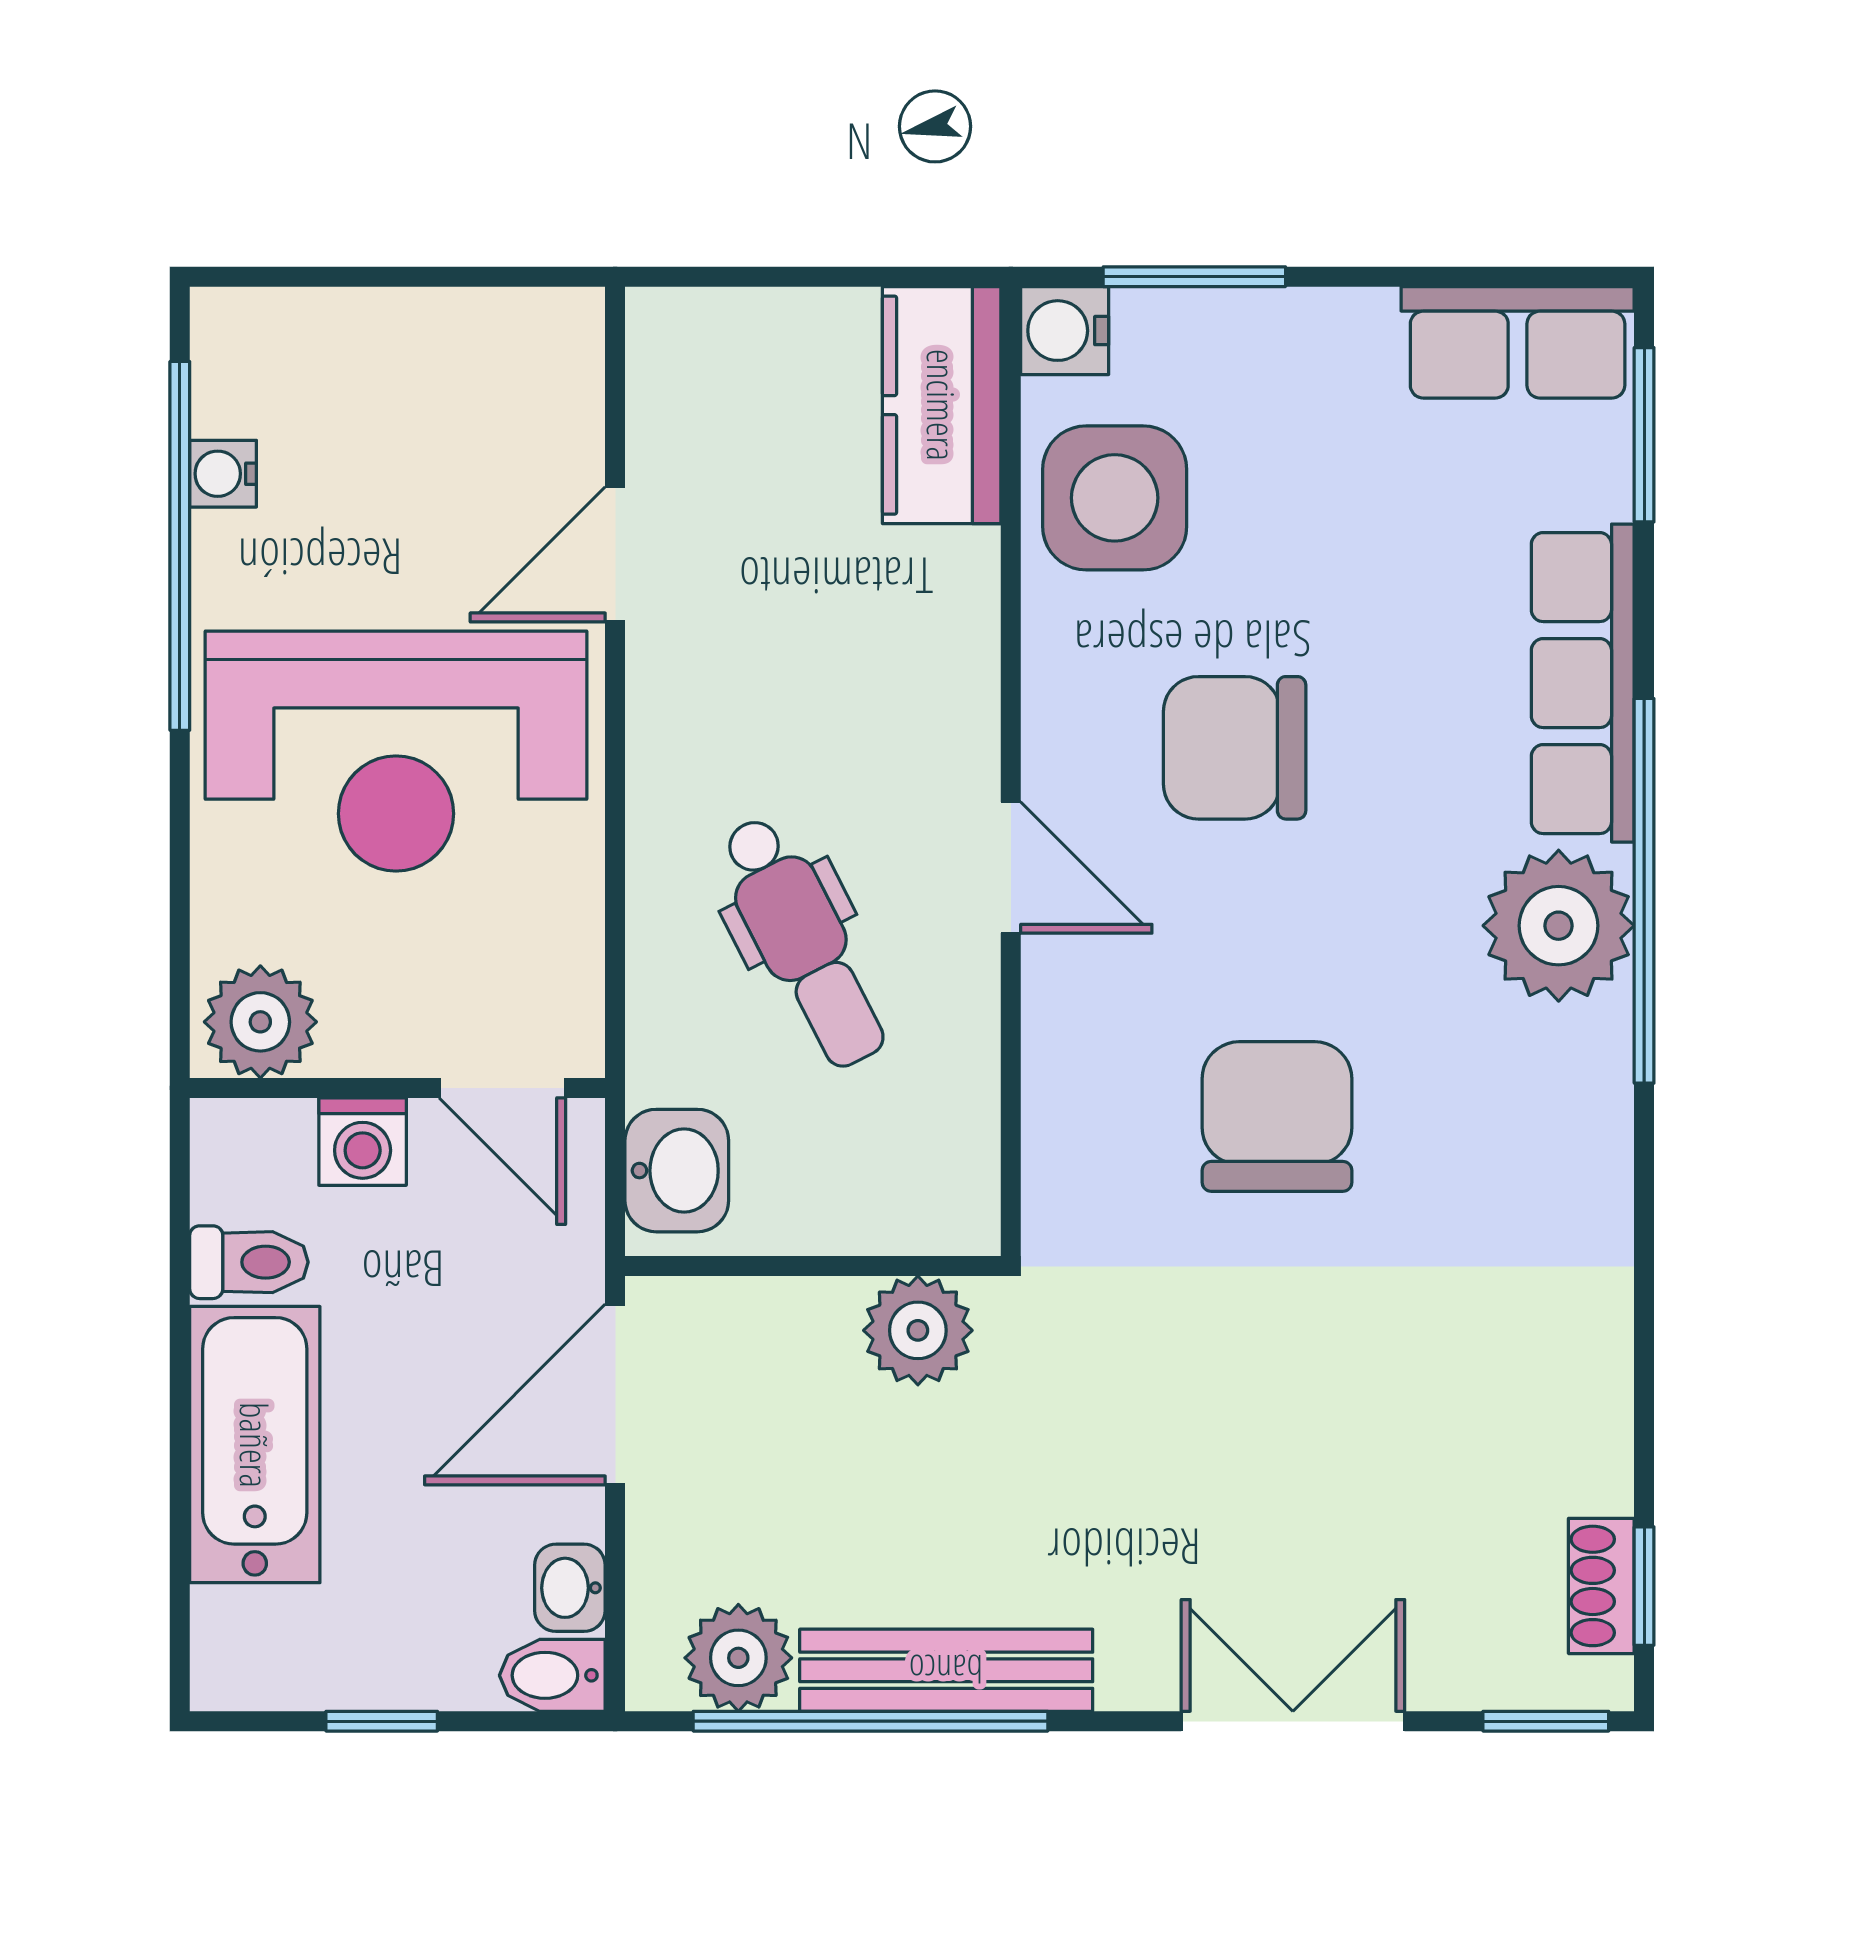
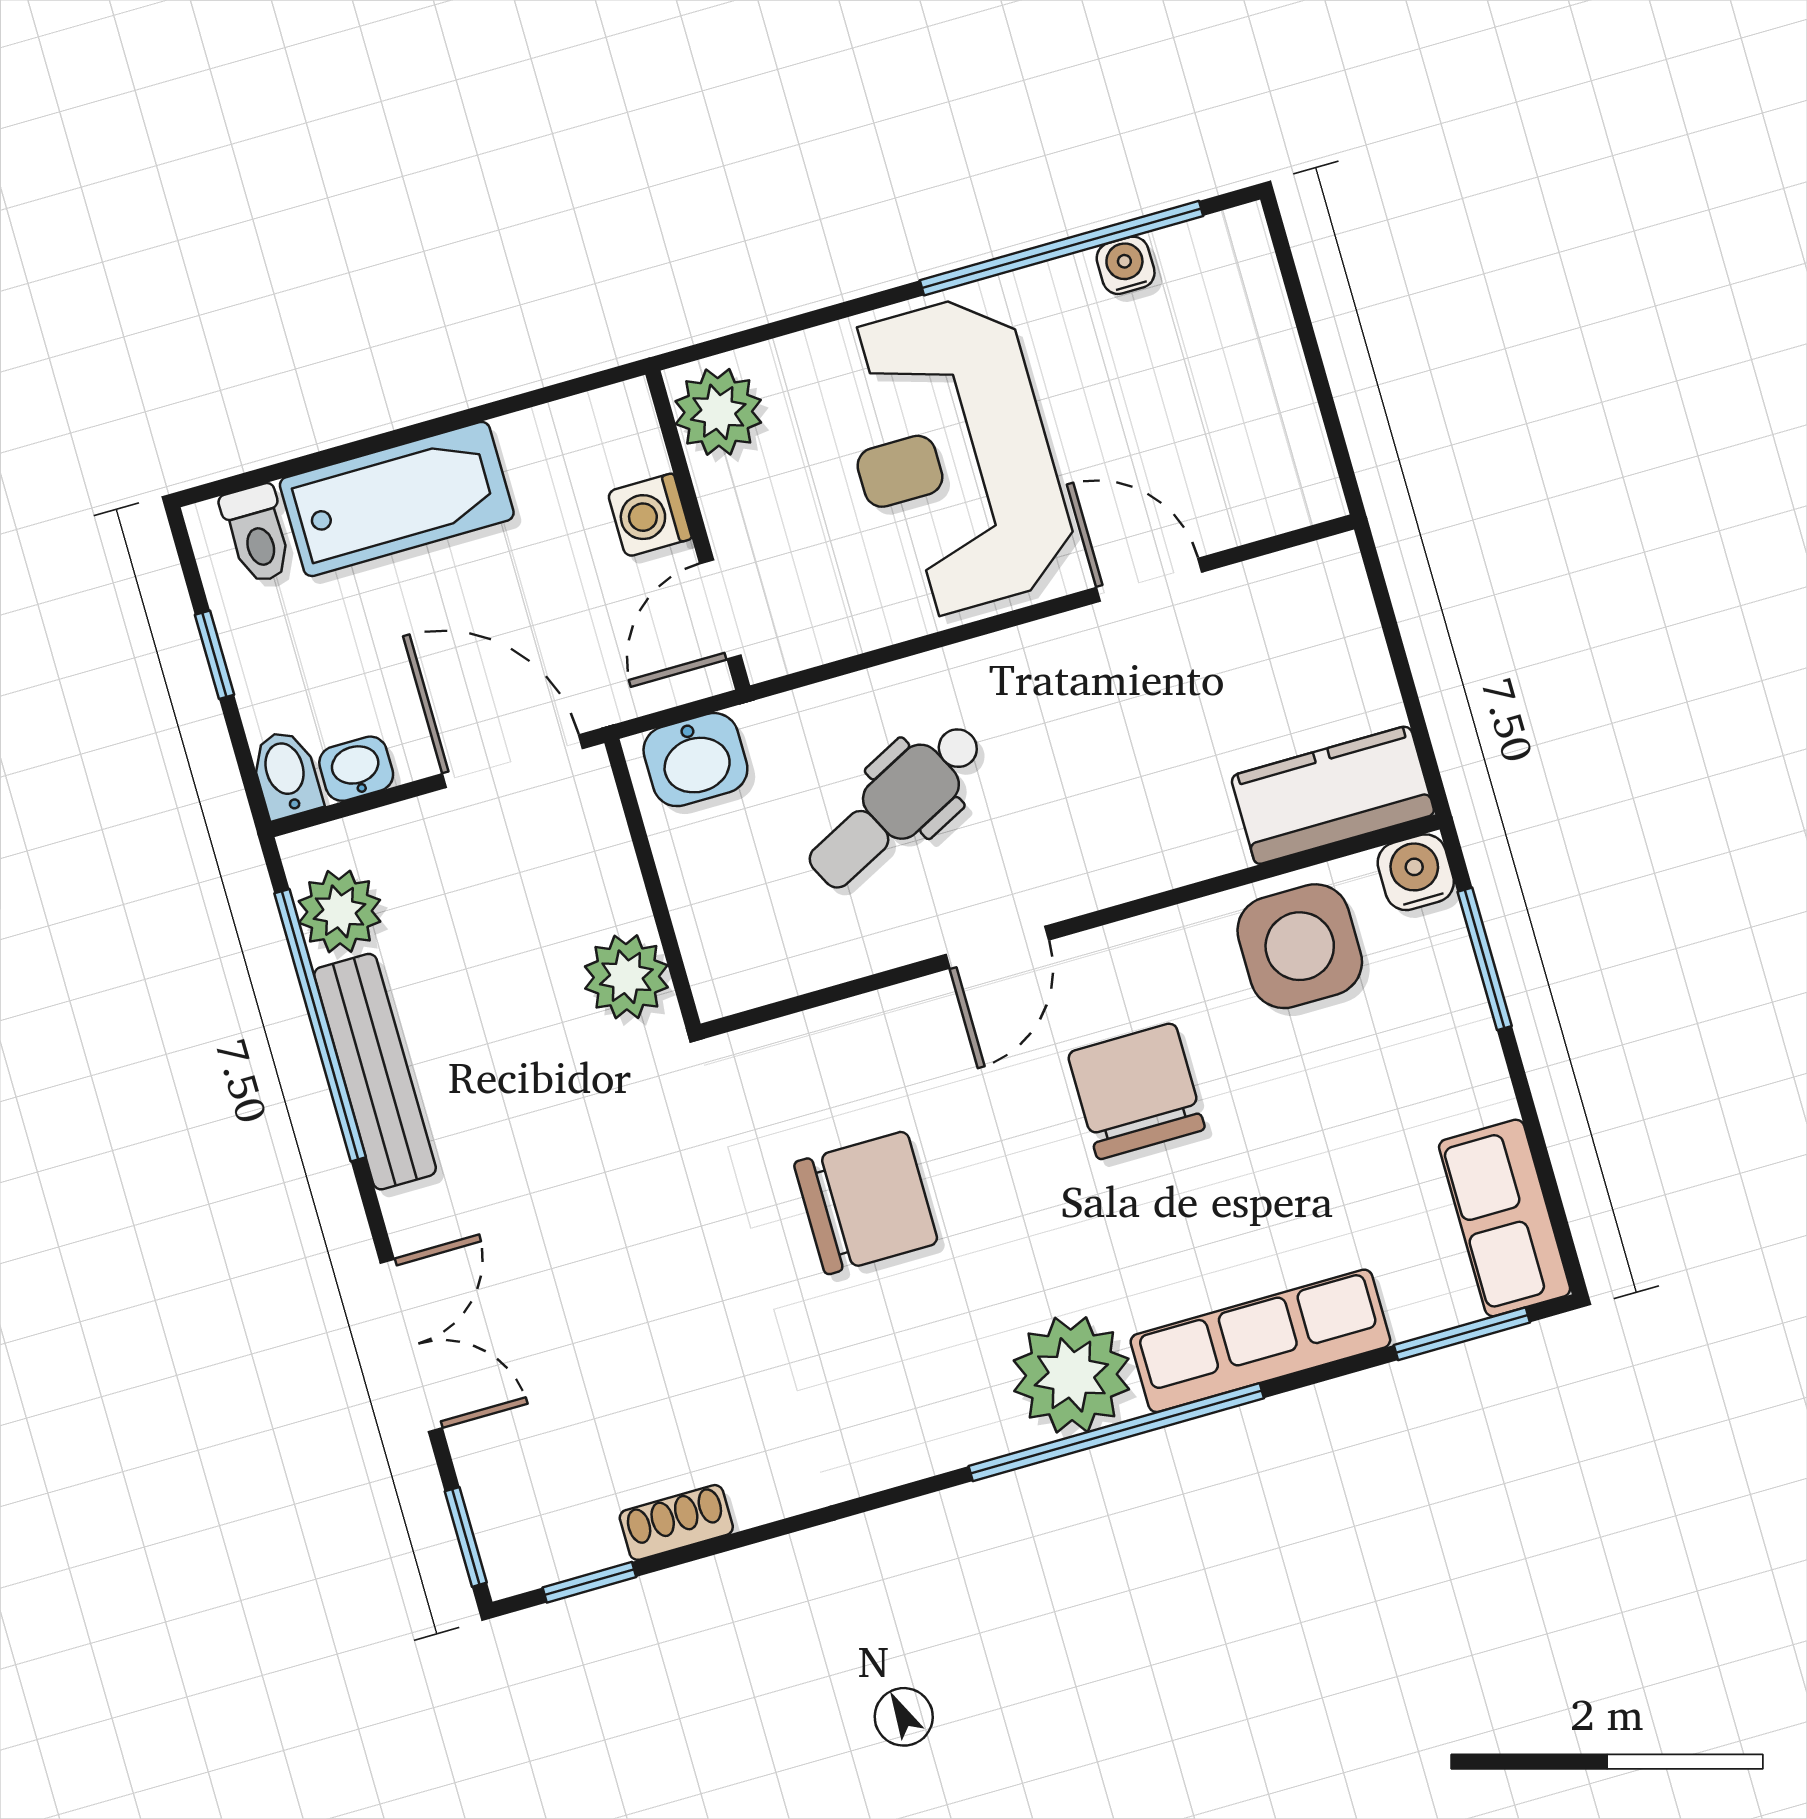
toilet: (249, 1262) -> (257, 534), moved
shoe rack: (1601, 1586) -> (676, 1522), moved

